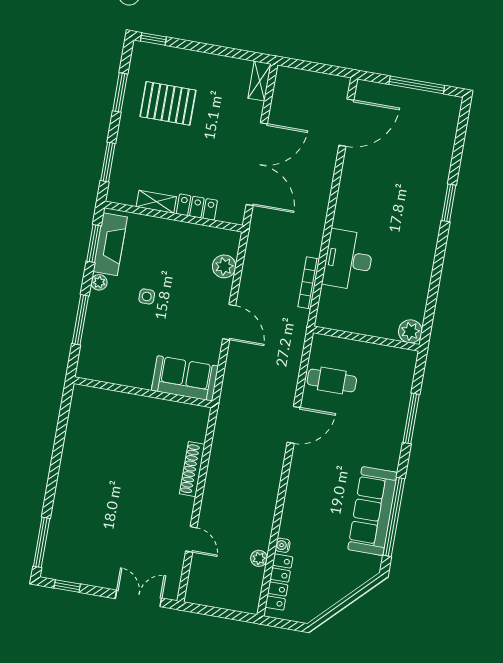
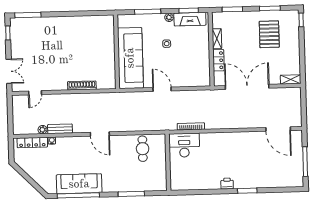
double door: (257, 164) -> (247, 87), swing flipped
printer: (428, 237) -> (227, 184), added
desk: (348, 260) -> (184, 145), moved
plant: (224, 266) -> (190, 81), removed
door: (229, 322) -> (162, 89), swing flipped
plant: (410, 331) -> (176, 184), removed
sofa: (185, 378) -> (130, 58), width x1.85, depth x1.27
door: (294, 425) -> (100, 134), moved
bench: (264, 526) -> (60, 129), added
door: (191, 539) -> (35, 93), moved

